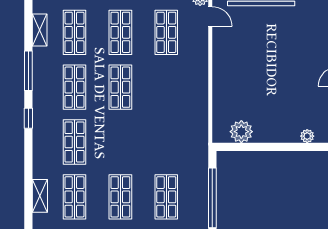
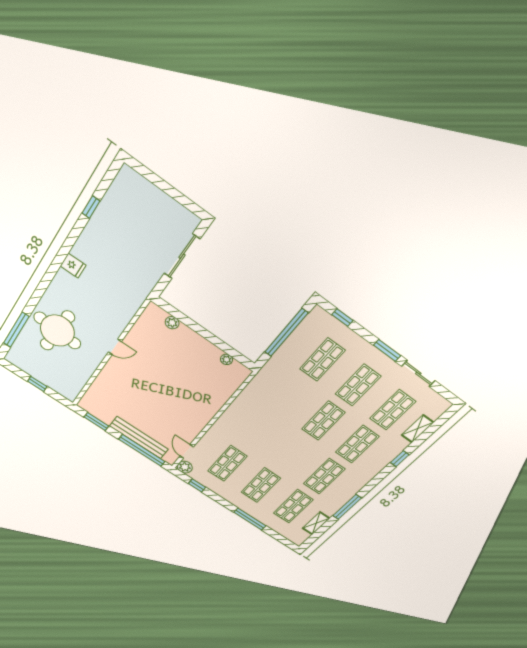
shop shelf: (120, 87) -> (323, 421), moved
window: (28, 118) -> (400, 459), moved
plant: (241, 132) -> (227, 359), width x0.53, depth x0.53

